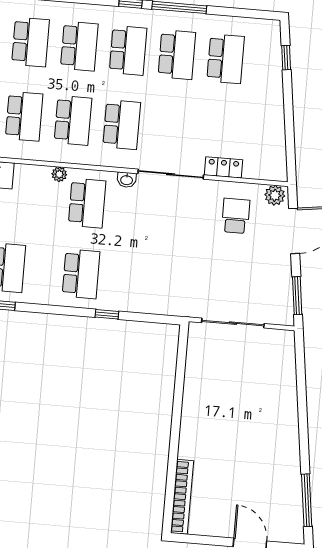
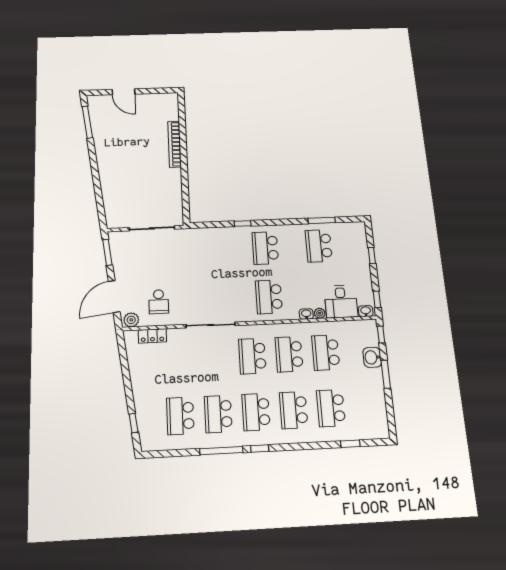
locker: (224, 167) -> (152, 336), moved
plant: (59, 174) -> (320, 313), moved
washbasin: (127, 180) -> (306, 314), moved
bookcase: (182, 497) -> (175, 144), moved

